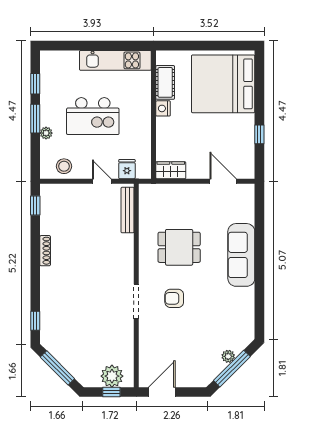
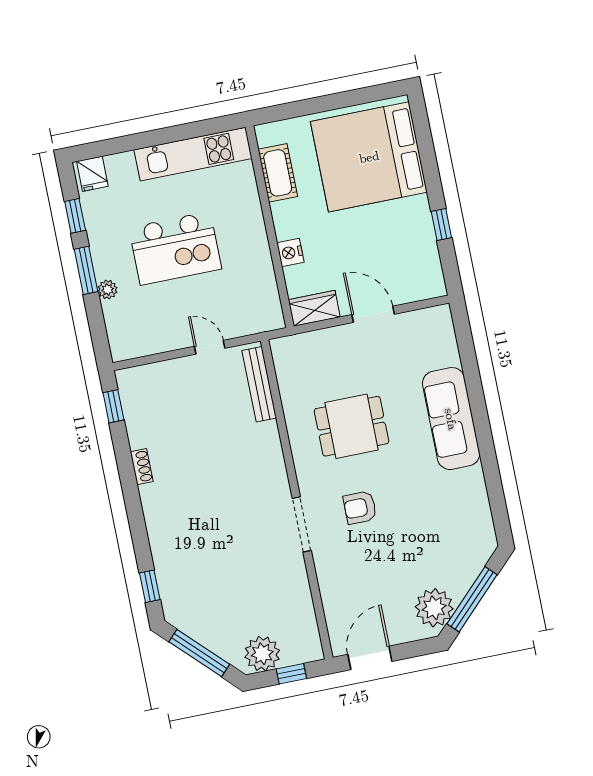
nightstand: (163, 108) -> (290, 253), moved
stool: (64, 166) -> (146, 336), removed
fridge: (127, 169) -> (92, 174), moved, turned 180
door: (223, 181) -> (373, 314), moved
shoe rack: (45, 251) -> (142, 467), width x0.70
plant: (228, 356) -> (434, 608), moved, width x1.88, depth x1.88
plant: (112, 376) -> (262, 654), moved

